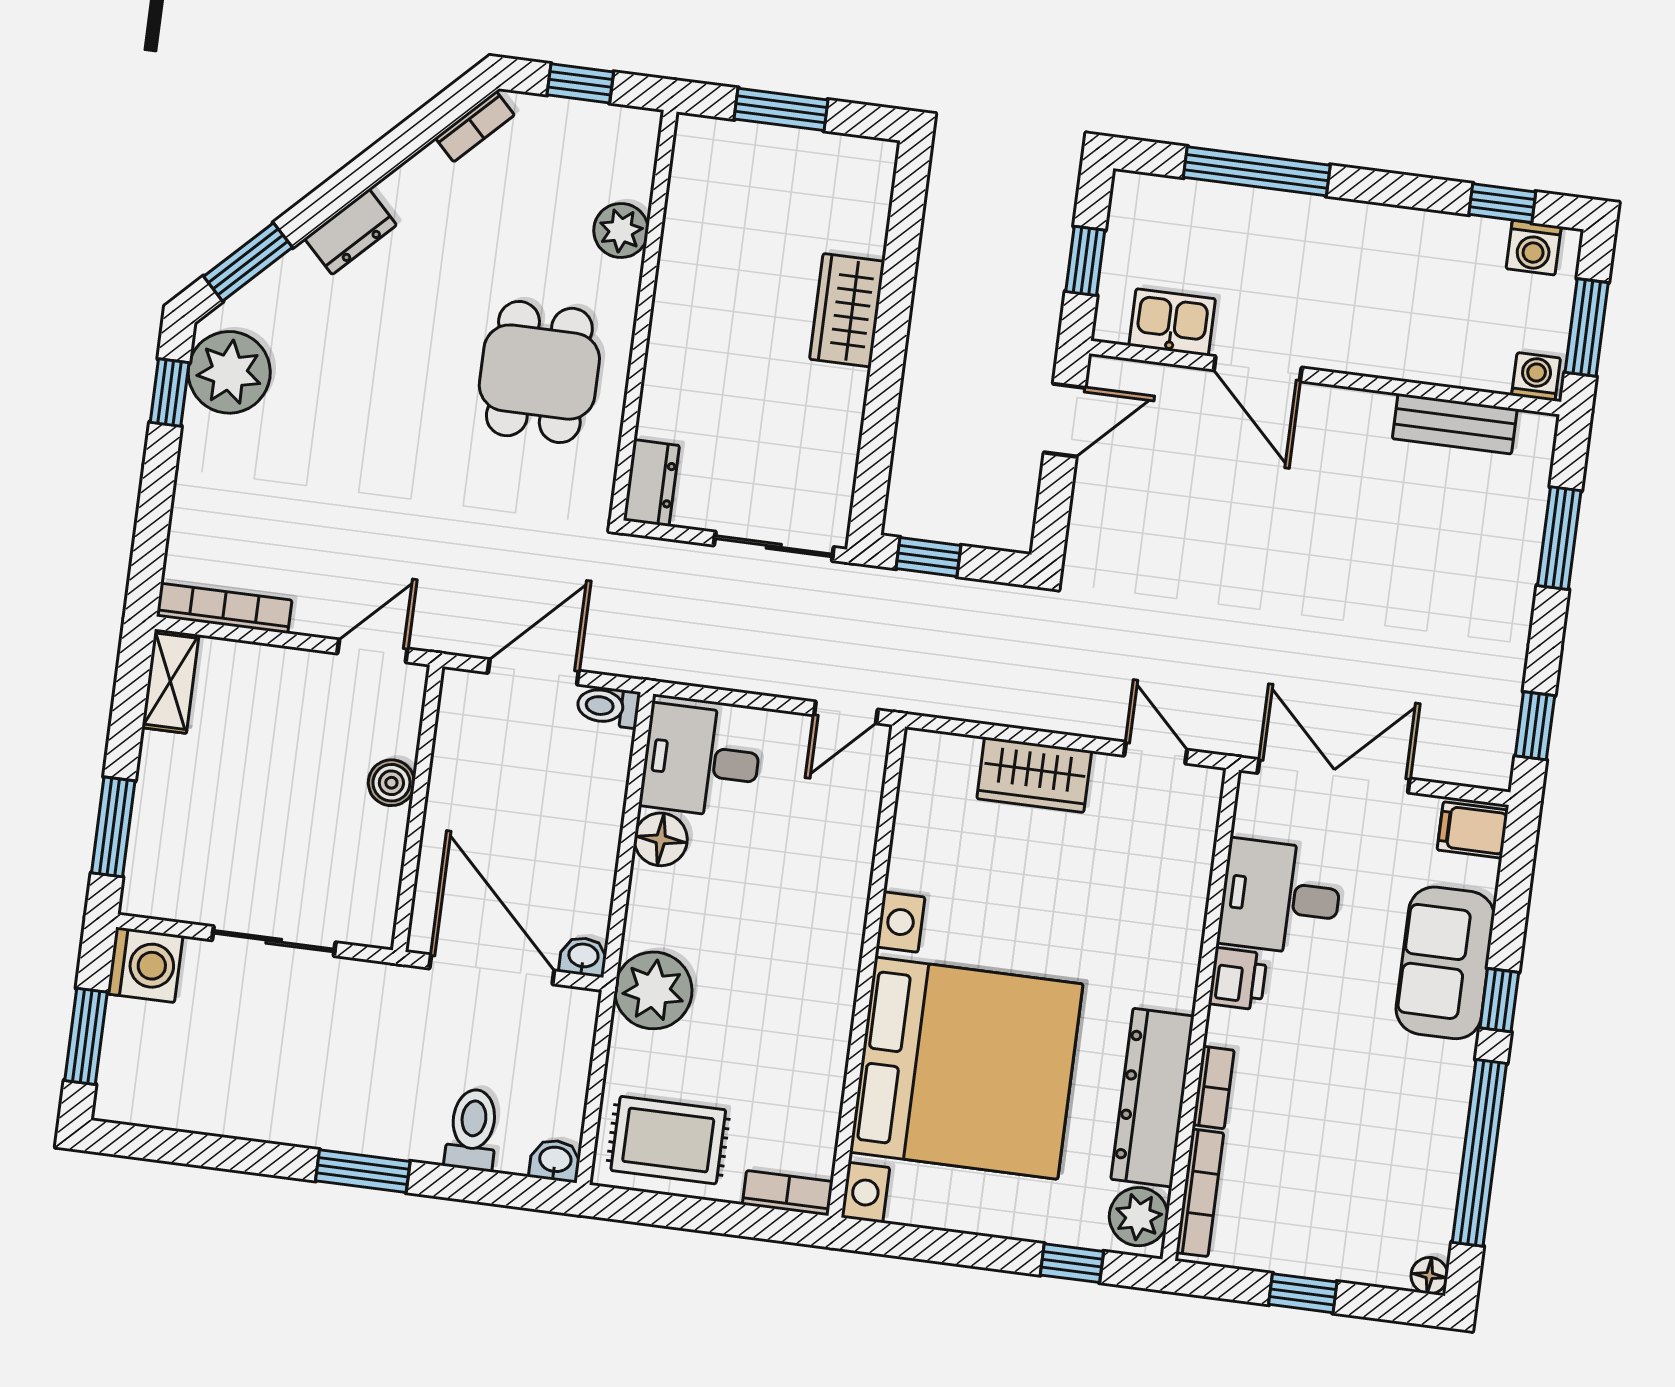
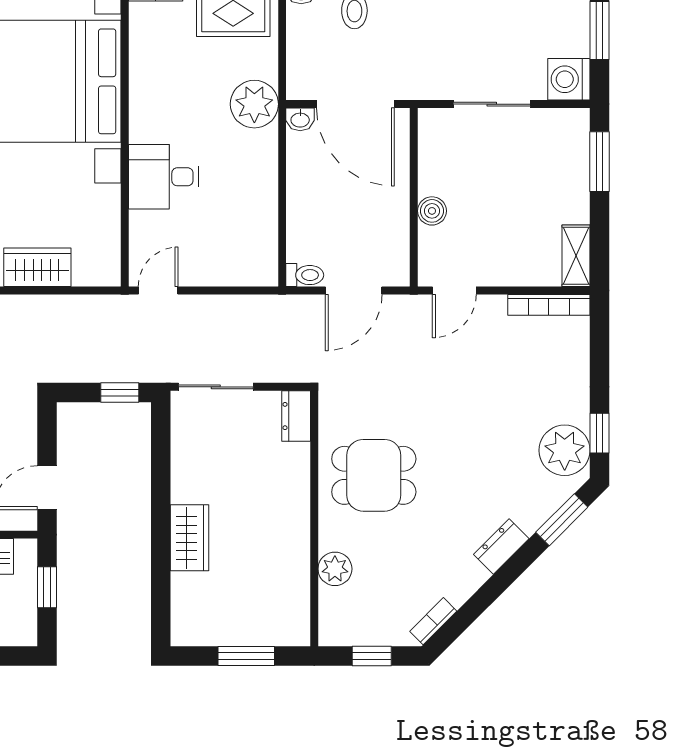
dining table: (539, 372) -> (374, 475), turned 90
desk: (701, 761) -> (164, 177), moved, turned 180
floor lamp: (661, 839) -> (262, 198), removed

